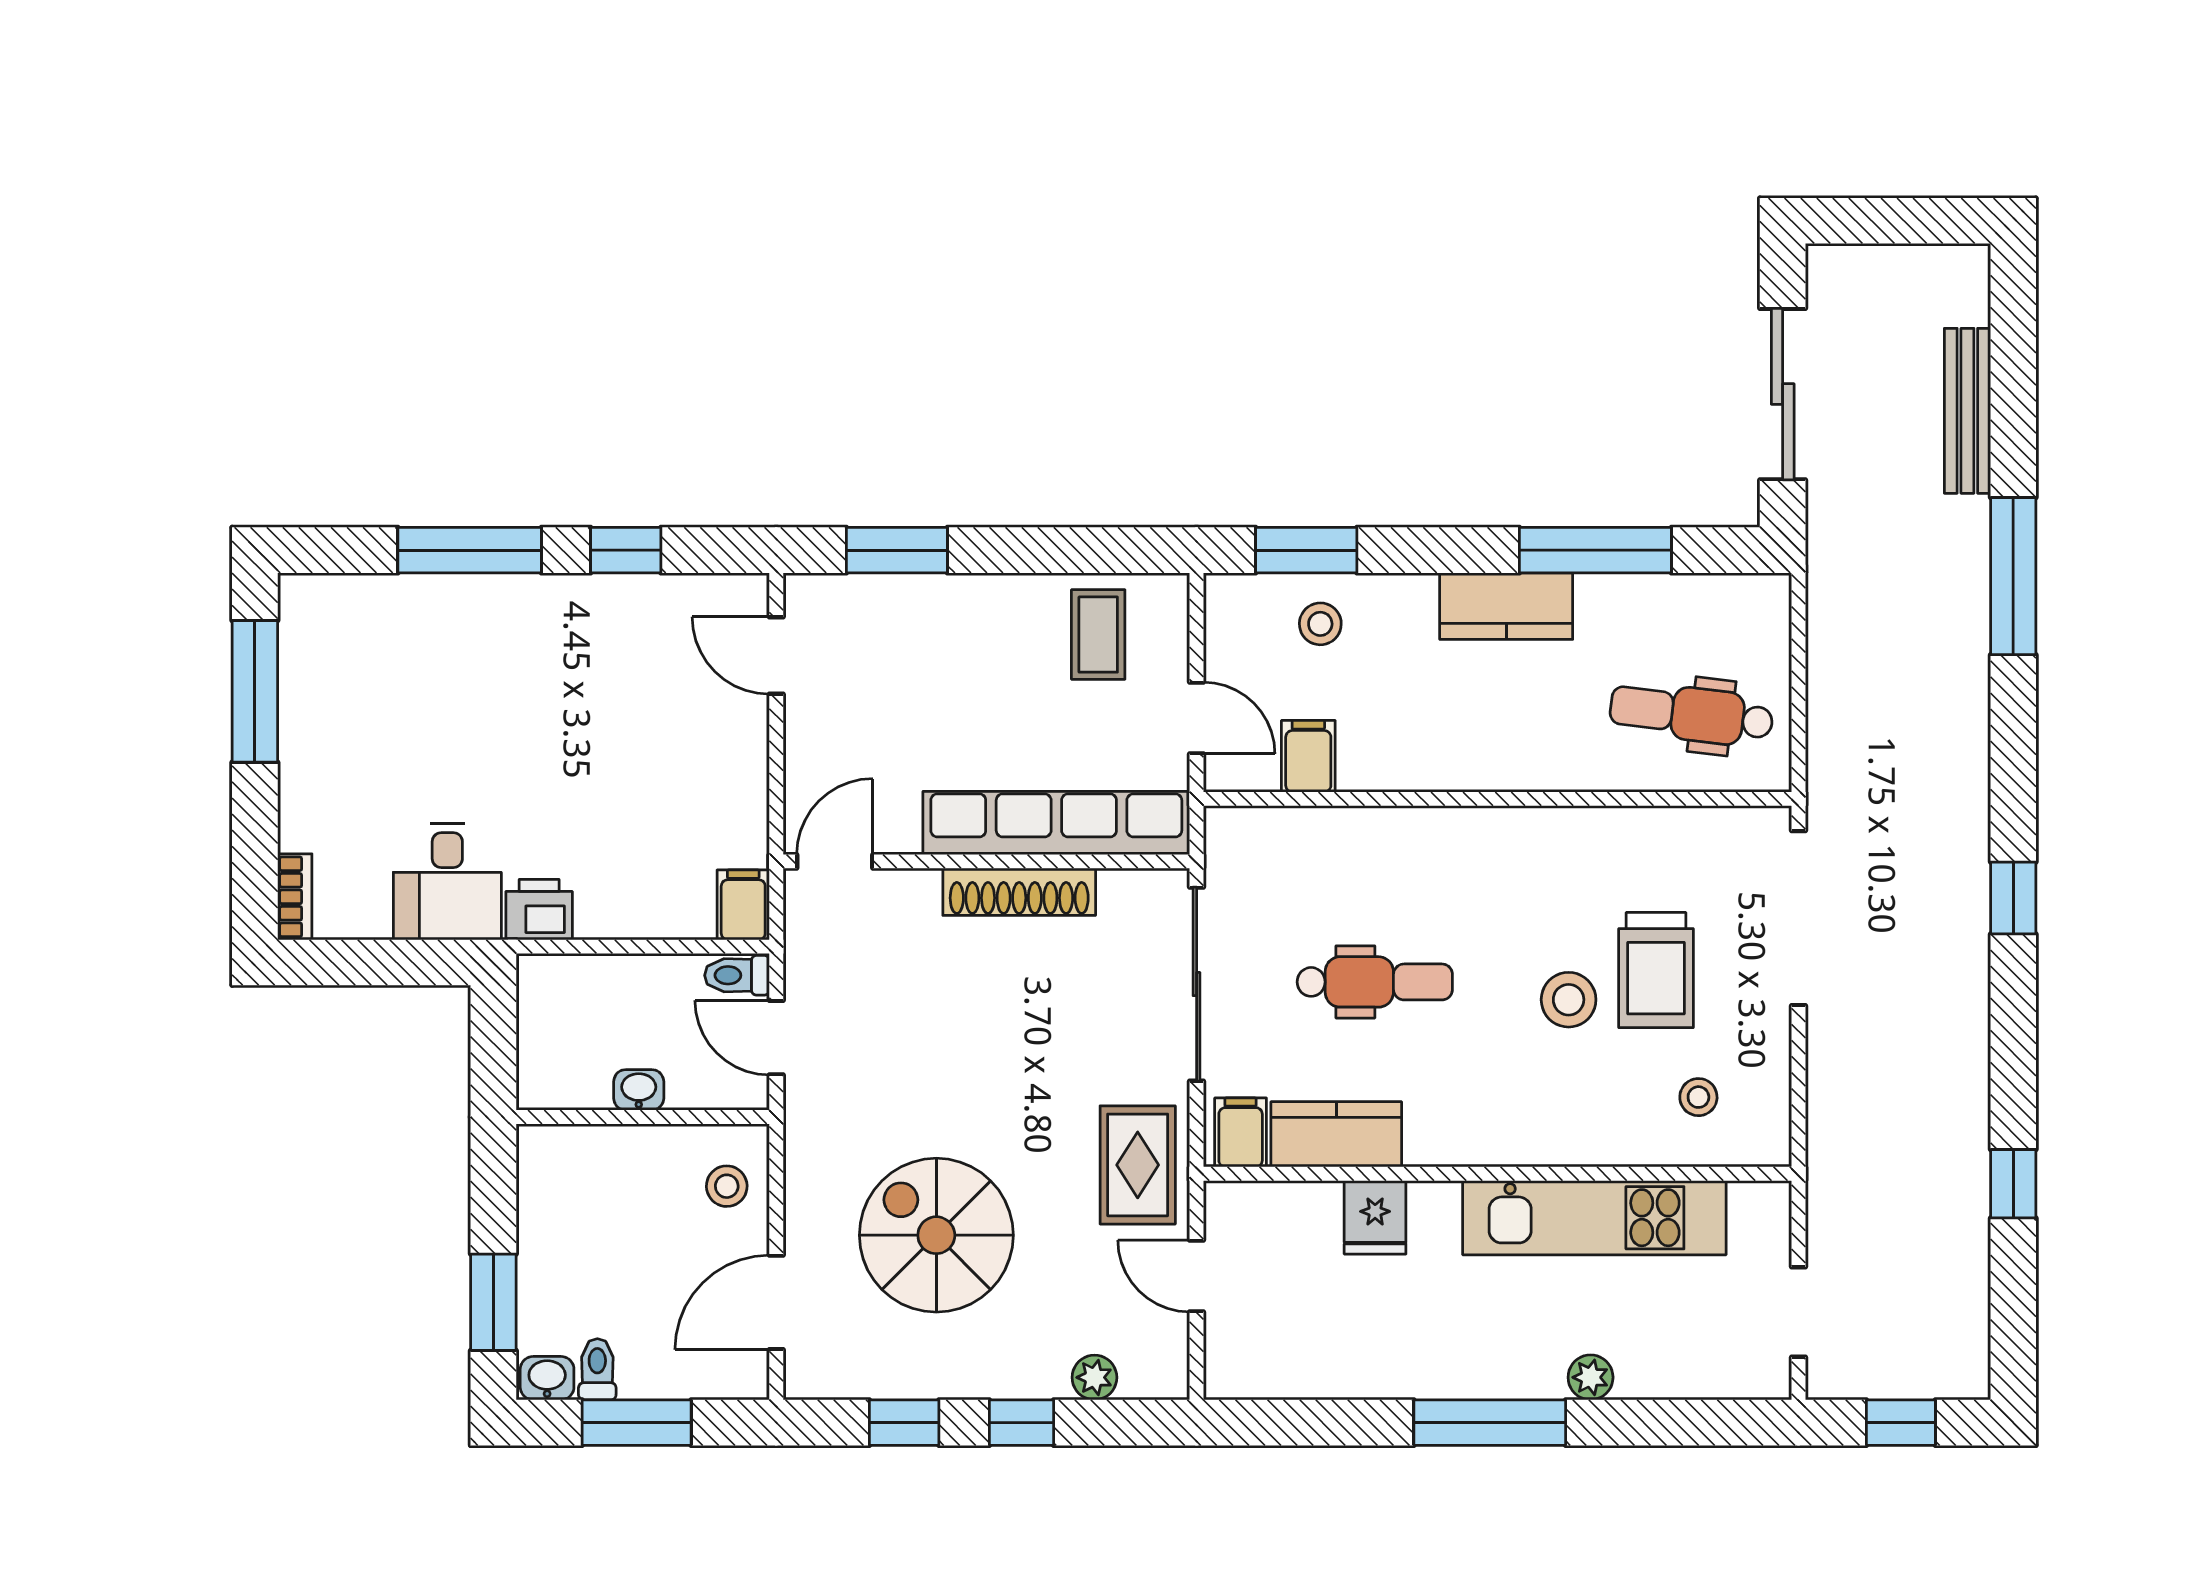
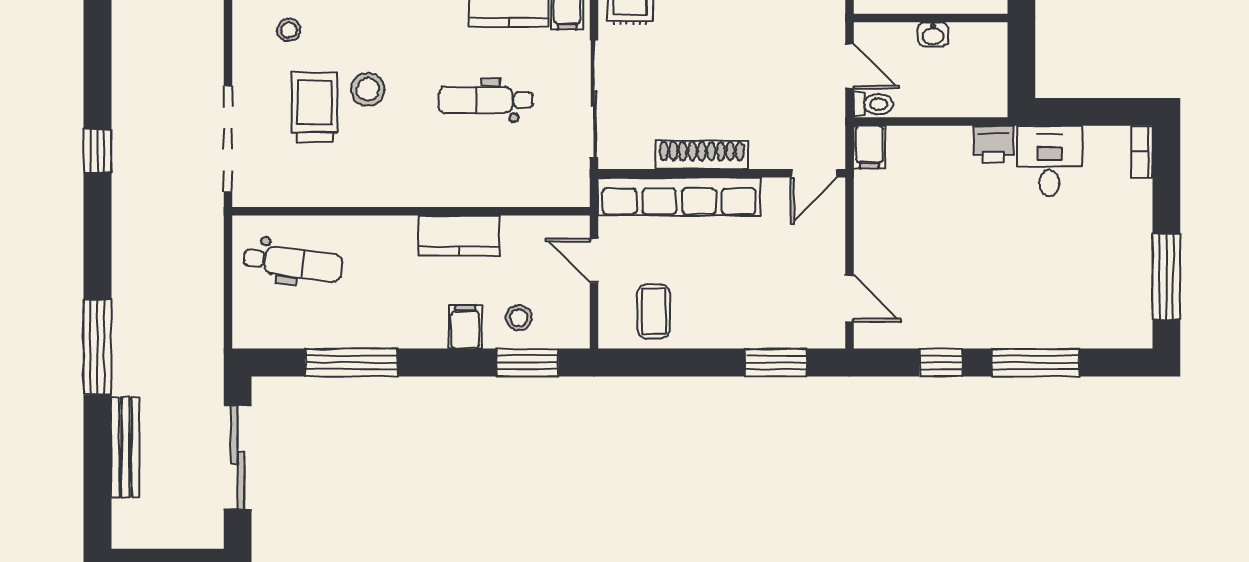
kitchen counter: (1506, 606) -> (459, 236), moved, turned 180
filing cabinet: (1308, 756) -> (465, 327), moved, turned 180

